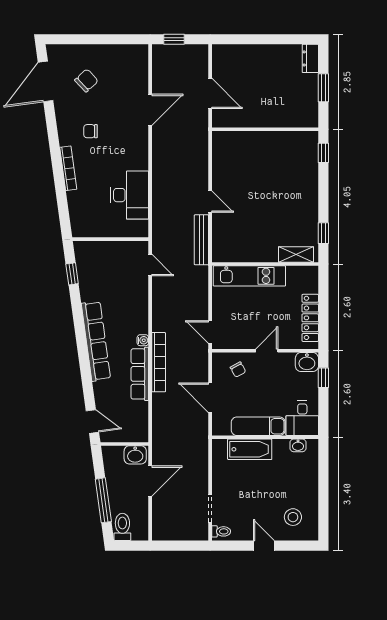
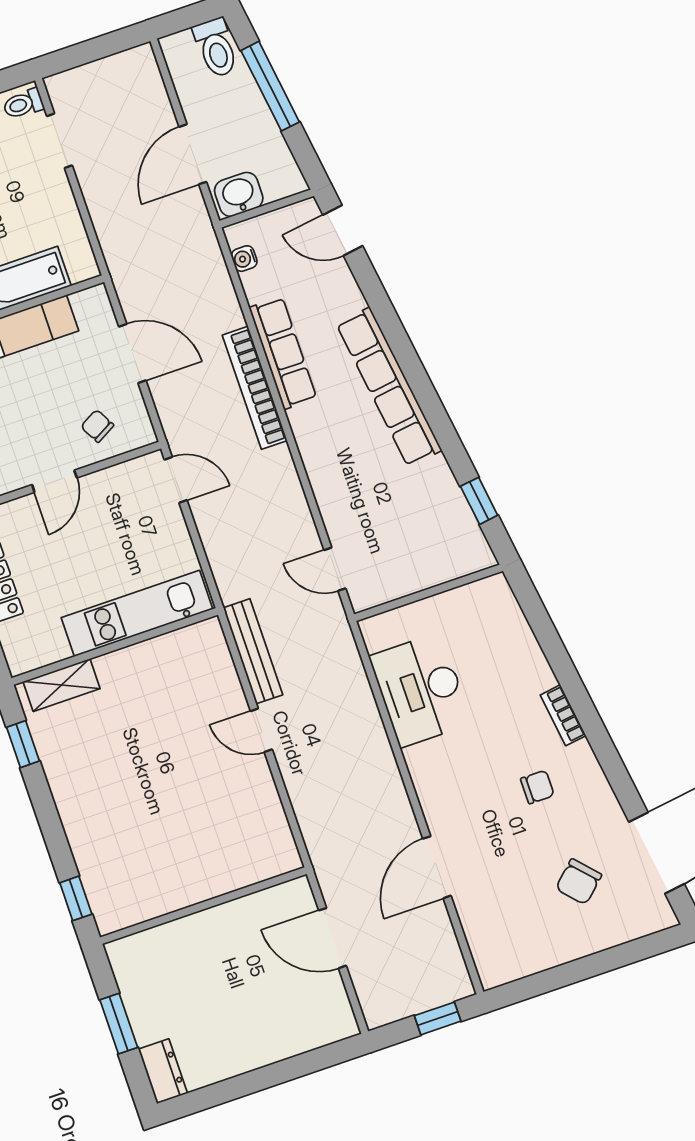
bookcase: (68, 168) -> (563, 715), width x0.64
water cooler: (143, 340) -> (244, 259), moved

